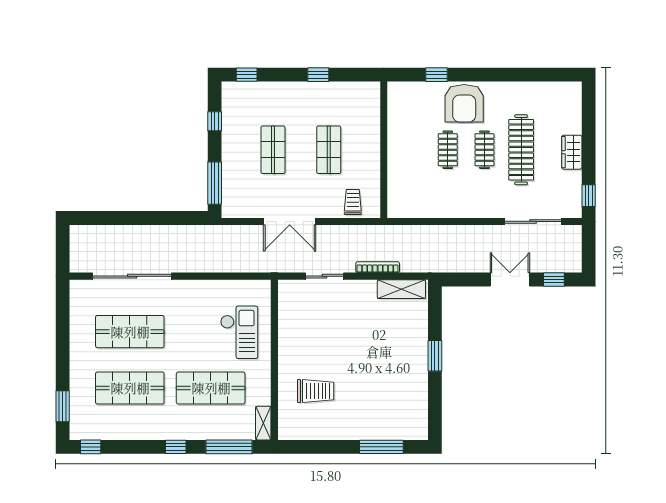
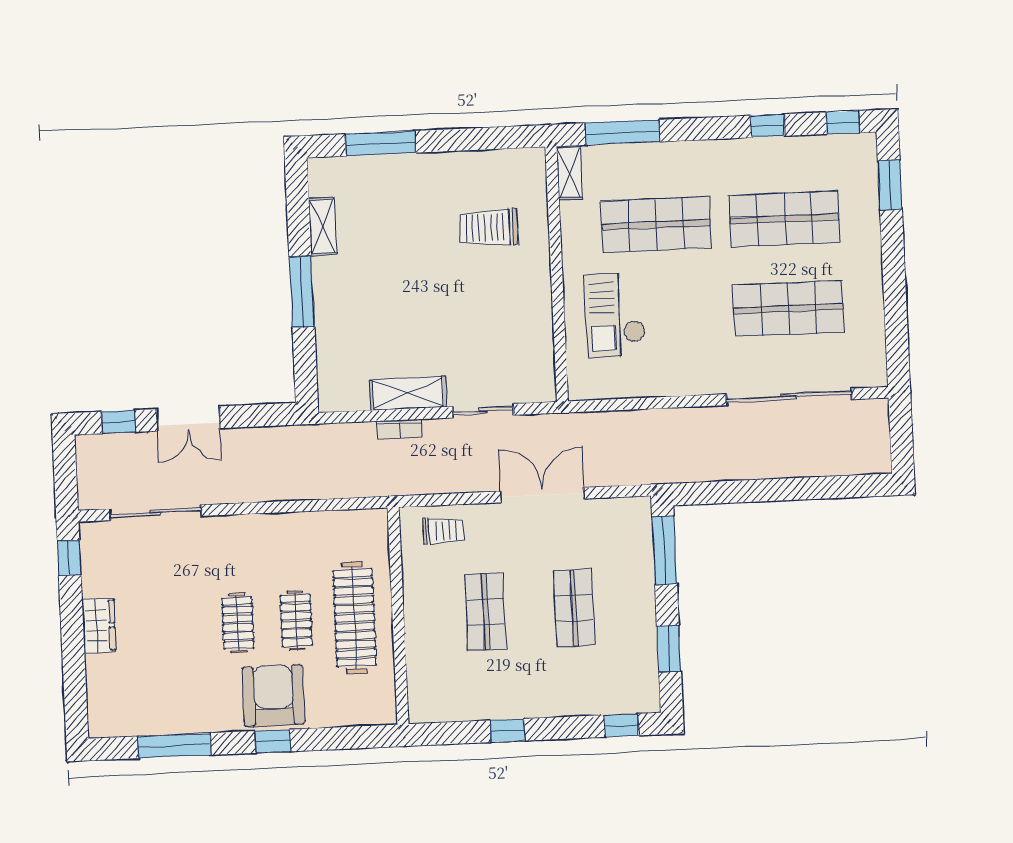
window: (437, 75) -> (273, 741), moved
window: (528, 75) -> (174, 746), added
window: (215, 121) -> (669, 649), width x1.50
clothes rail: (521, 150) -> (355, 618), moved
trolley: (353, 202) -> (443, 531), turned -90
bookcase: (378, 267) -> (399, 429), width x0.64
shelving: (401, 289) -> (408, 393), moved
window: (435, 356) -> (302, 292), width x1.44
shelving: (420, 396) -> (323, 226), added
window: (176, 447) -> (768, 126), moved

